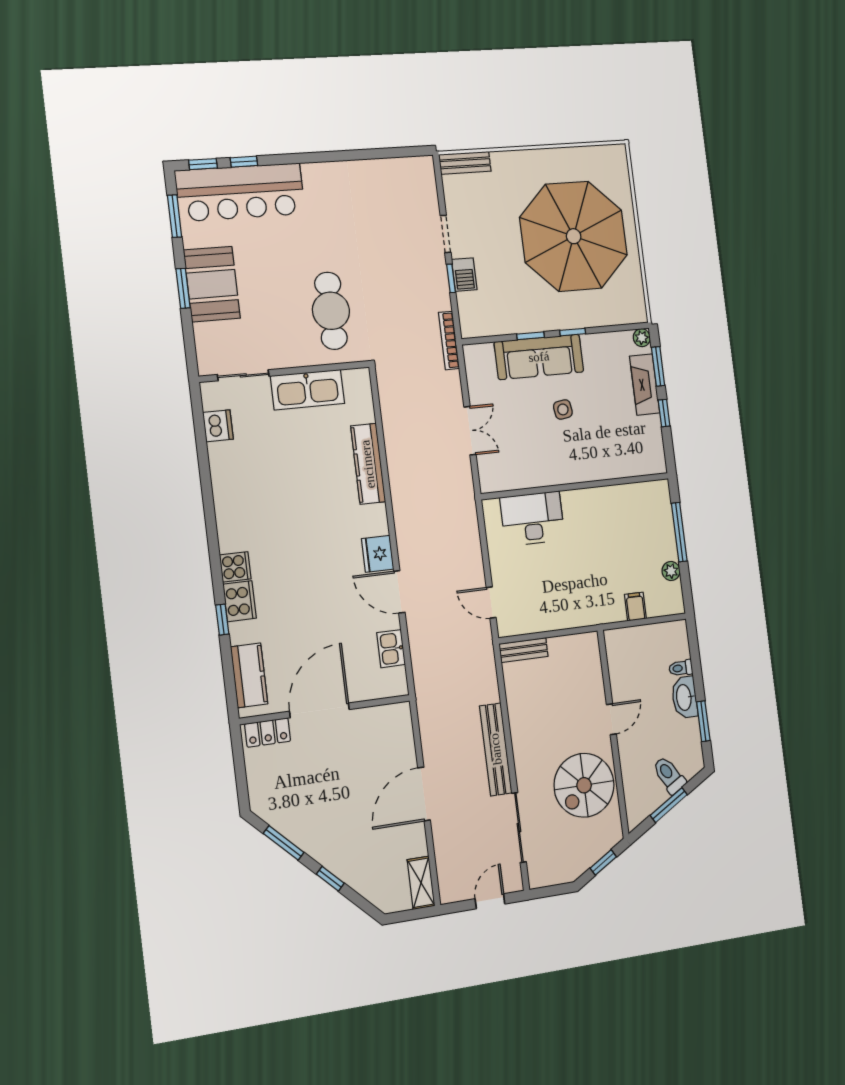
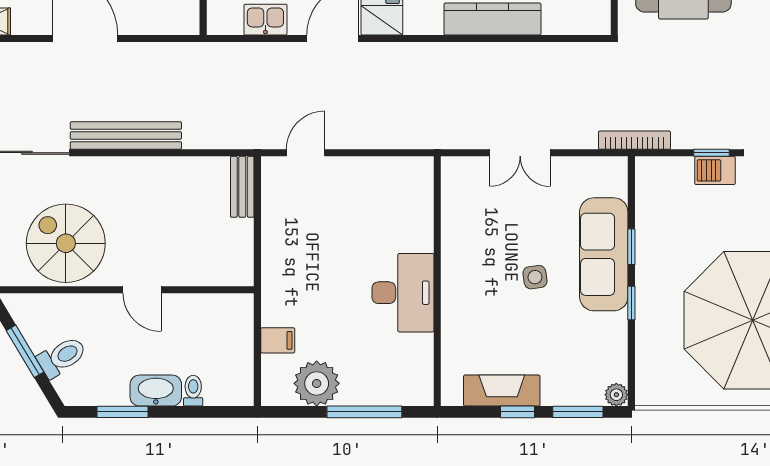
fireplace: (645, 385) -> (502, 391), moved
desk: (532, 519) -> (403, 293), moved
plant: (671, 571) -> (317, 383), width x1.87, depth x1.87

